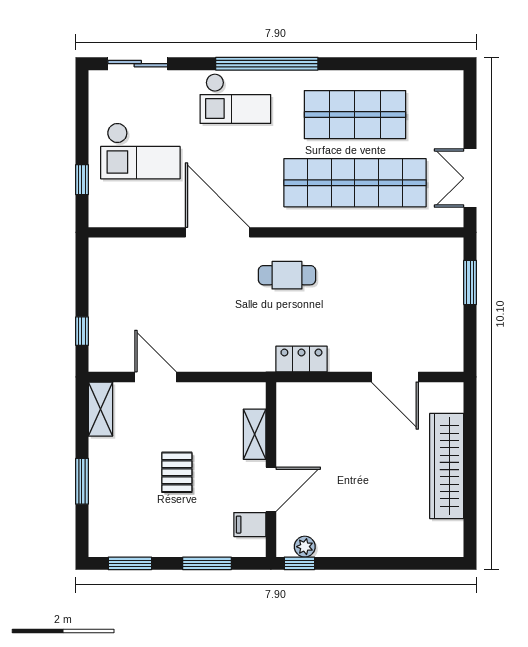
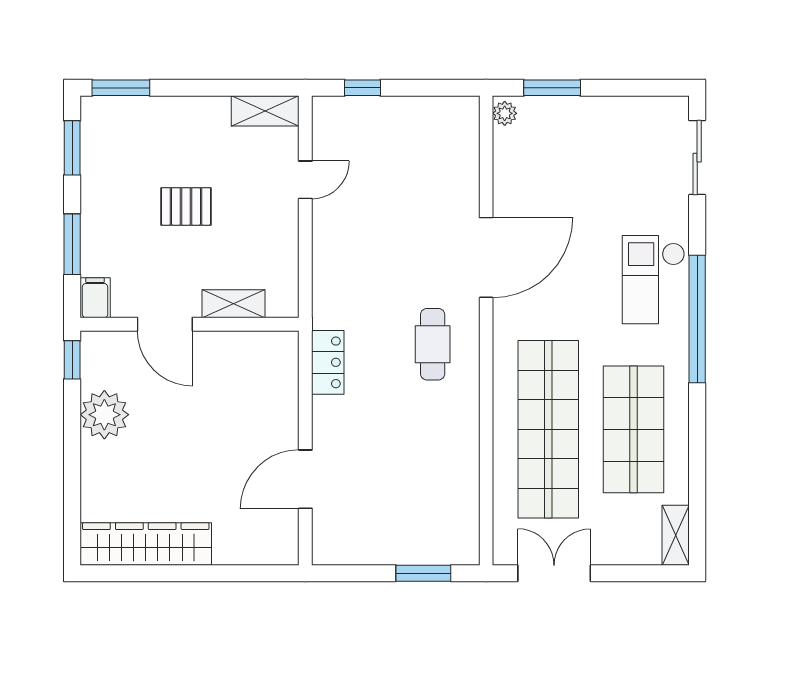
shelving: (440, 81) -> (676, 535), added
checkout: (140, 151) -> (588, 161), removed
window: (82, 180) -> (552, 88), width x1.50
plant: (102, 218) -> (505, 113), added
door: (156, 377) -> (305, 180), width x0.73
wardrobe: (447, 466) -> (146, 544), moved
window: (82, 481) -> (121, 88), moved
filing cabinet: (250, 525) -> (95, 298), moved
plant: (305, 547) -> (104, 415), moved, width x1.88, depth x1.88

